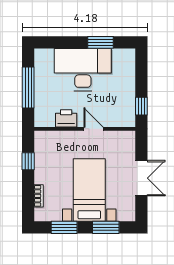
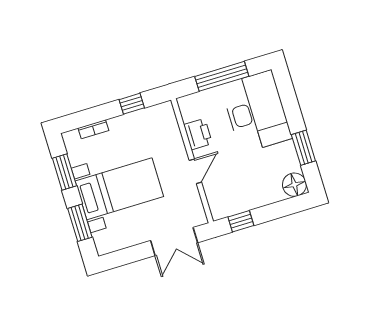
floor lamp: (126, 58) -> (294, 185), added
desk: (83, 70) -> (256, 112), moved
double door: (141, 178) -> (174, 242), moved

